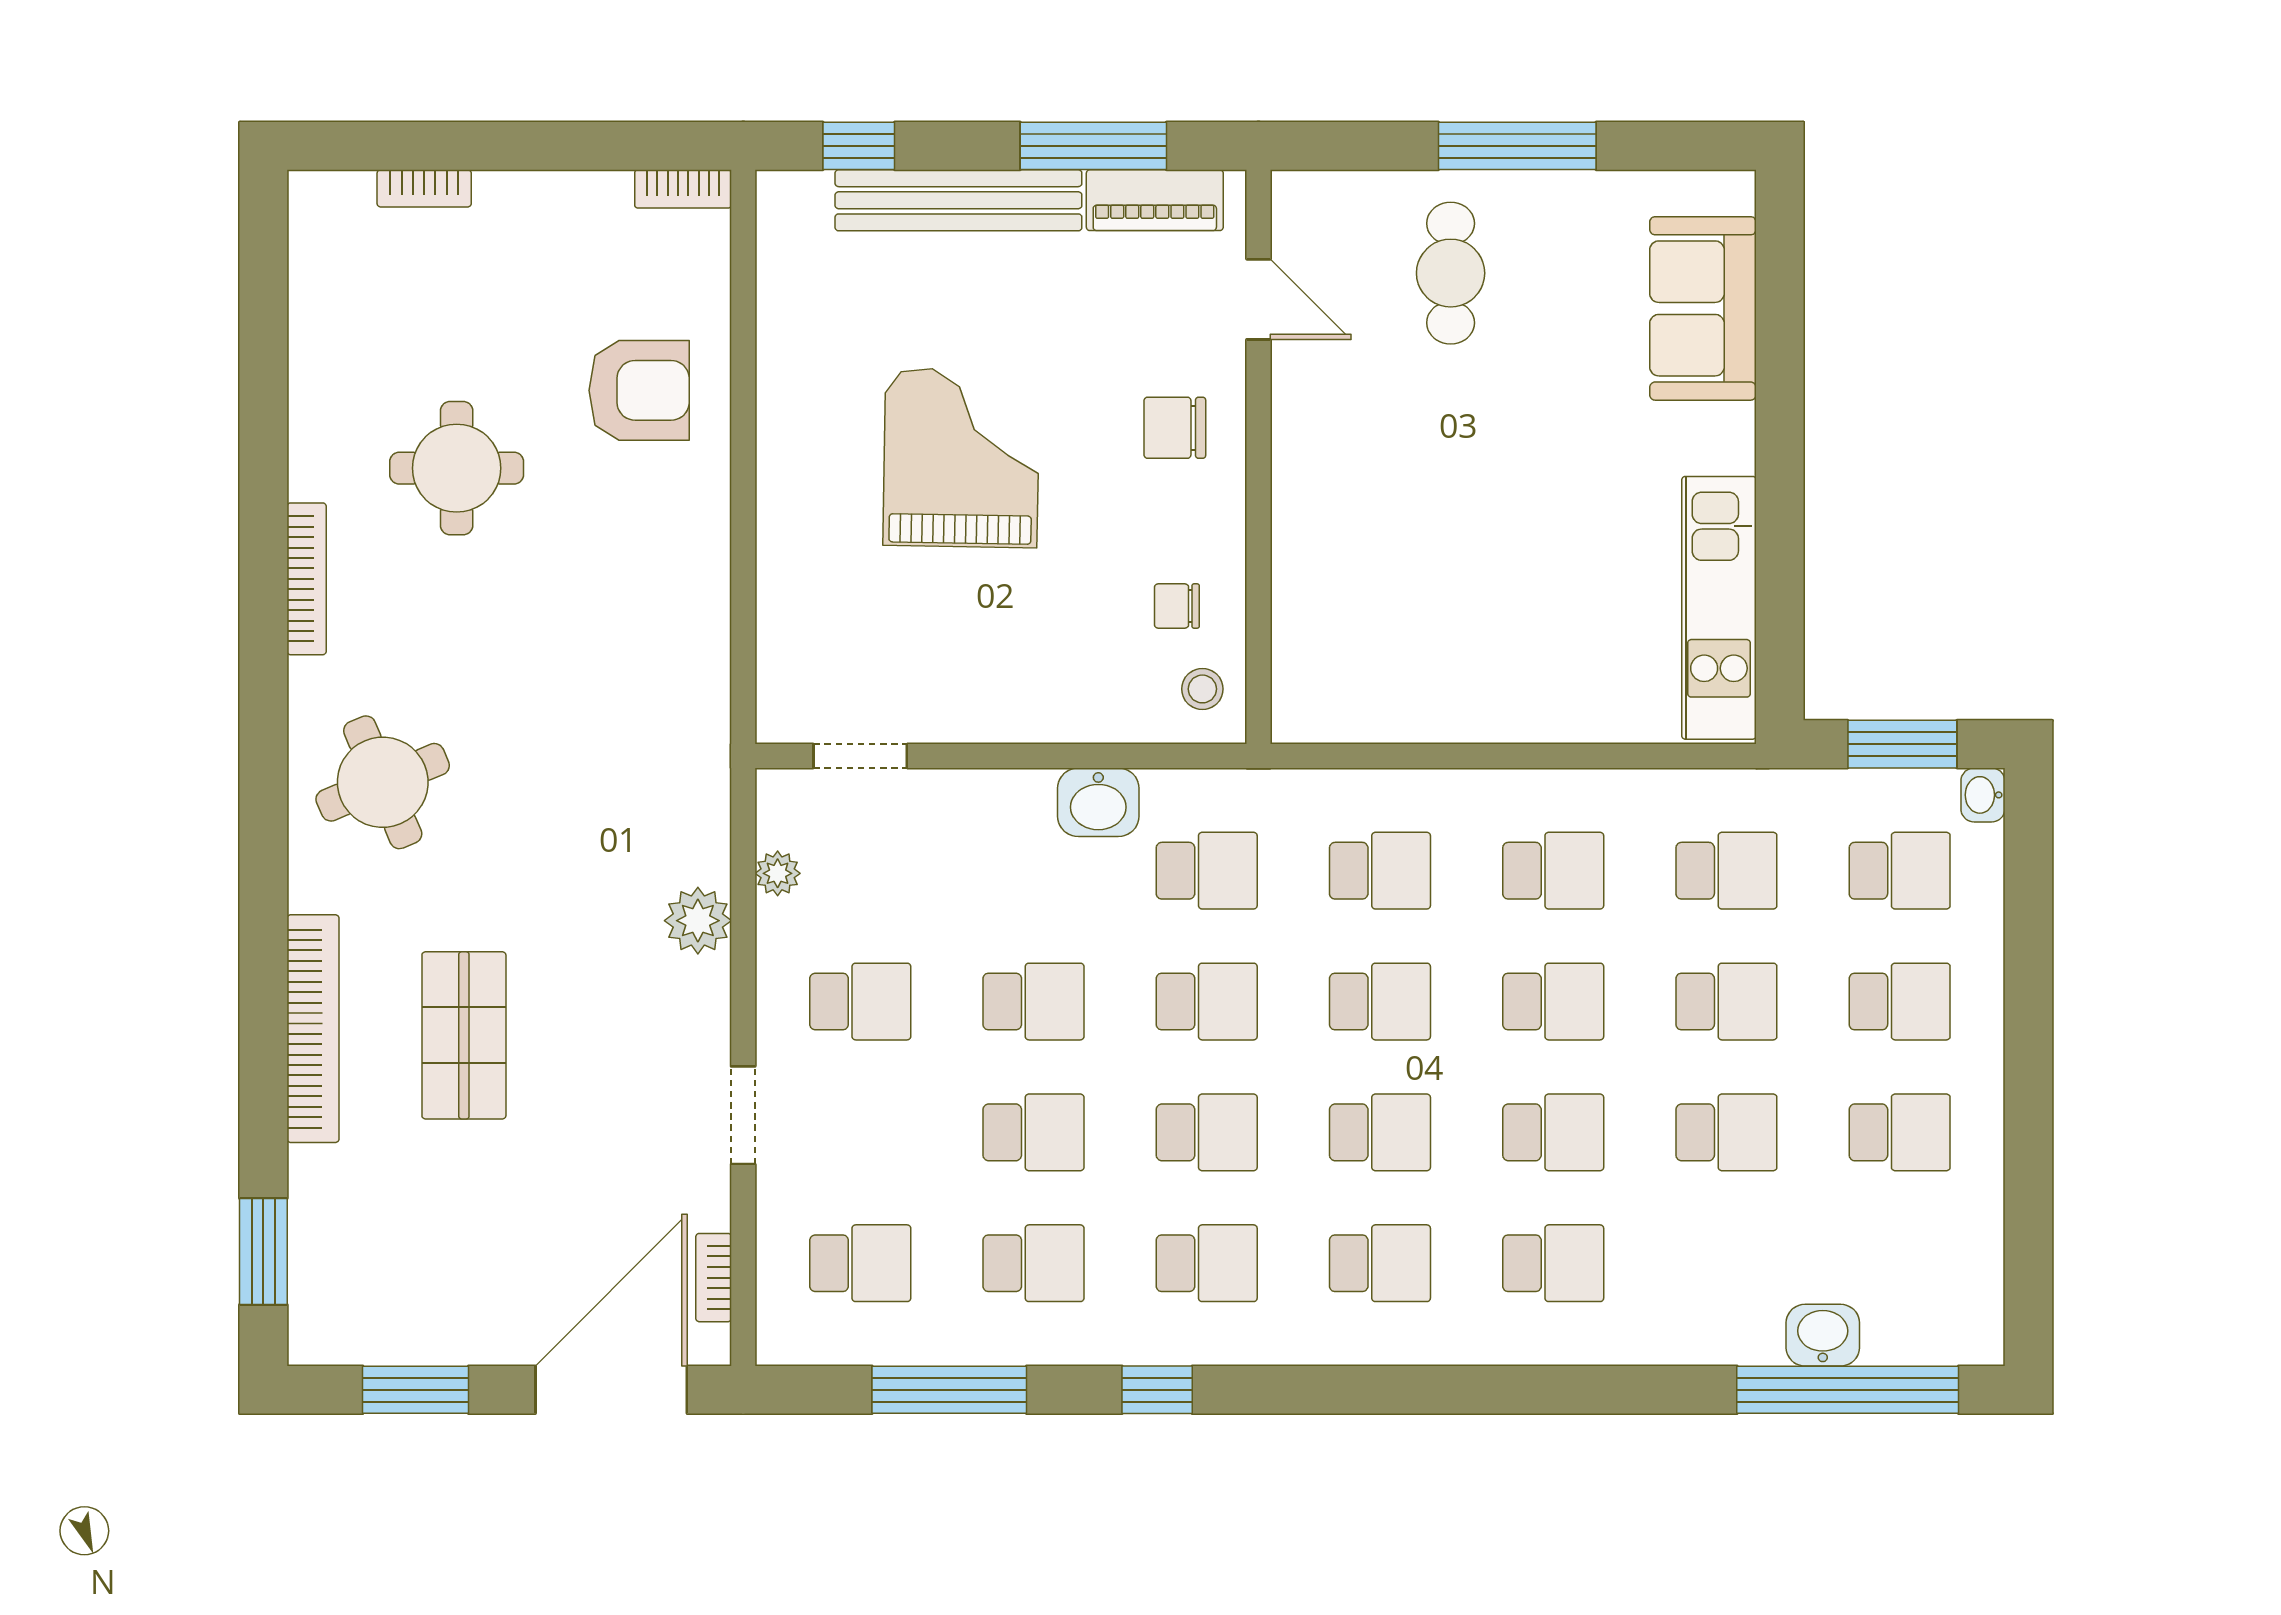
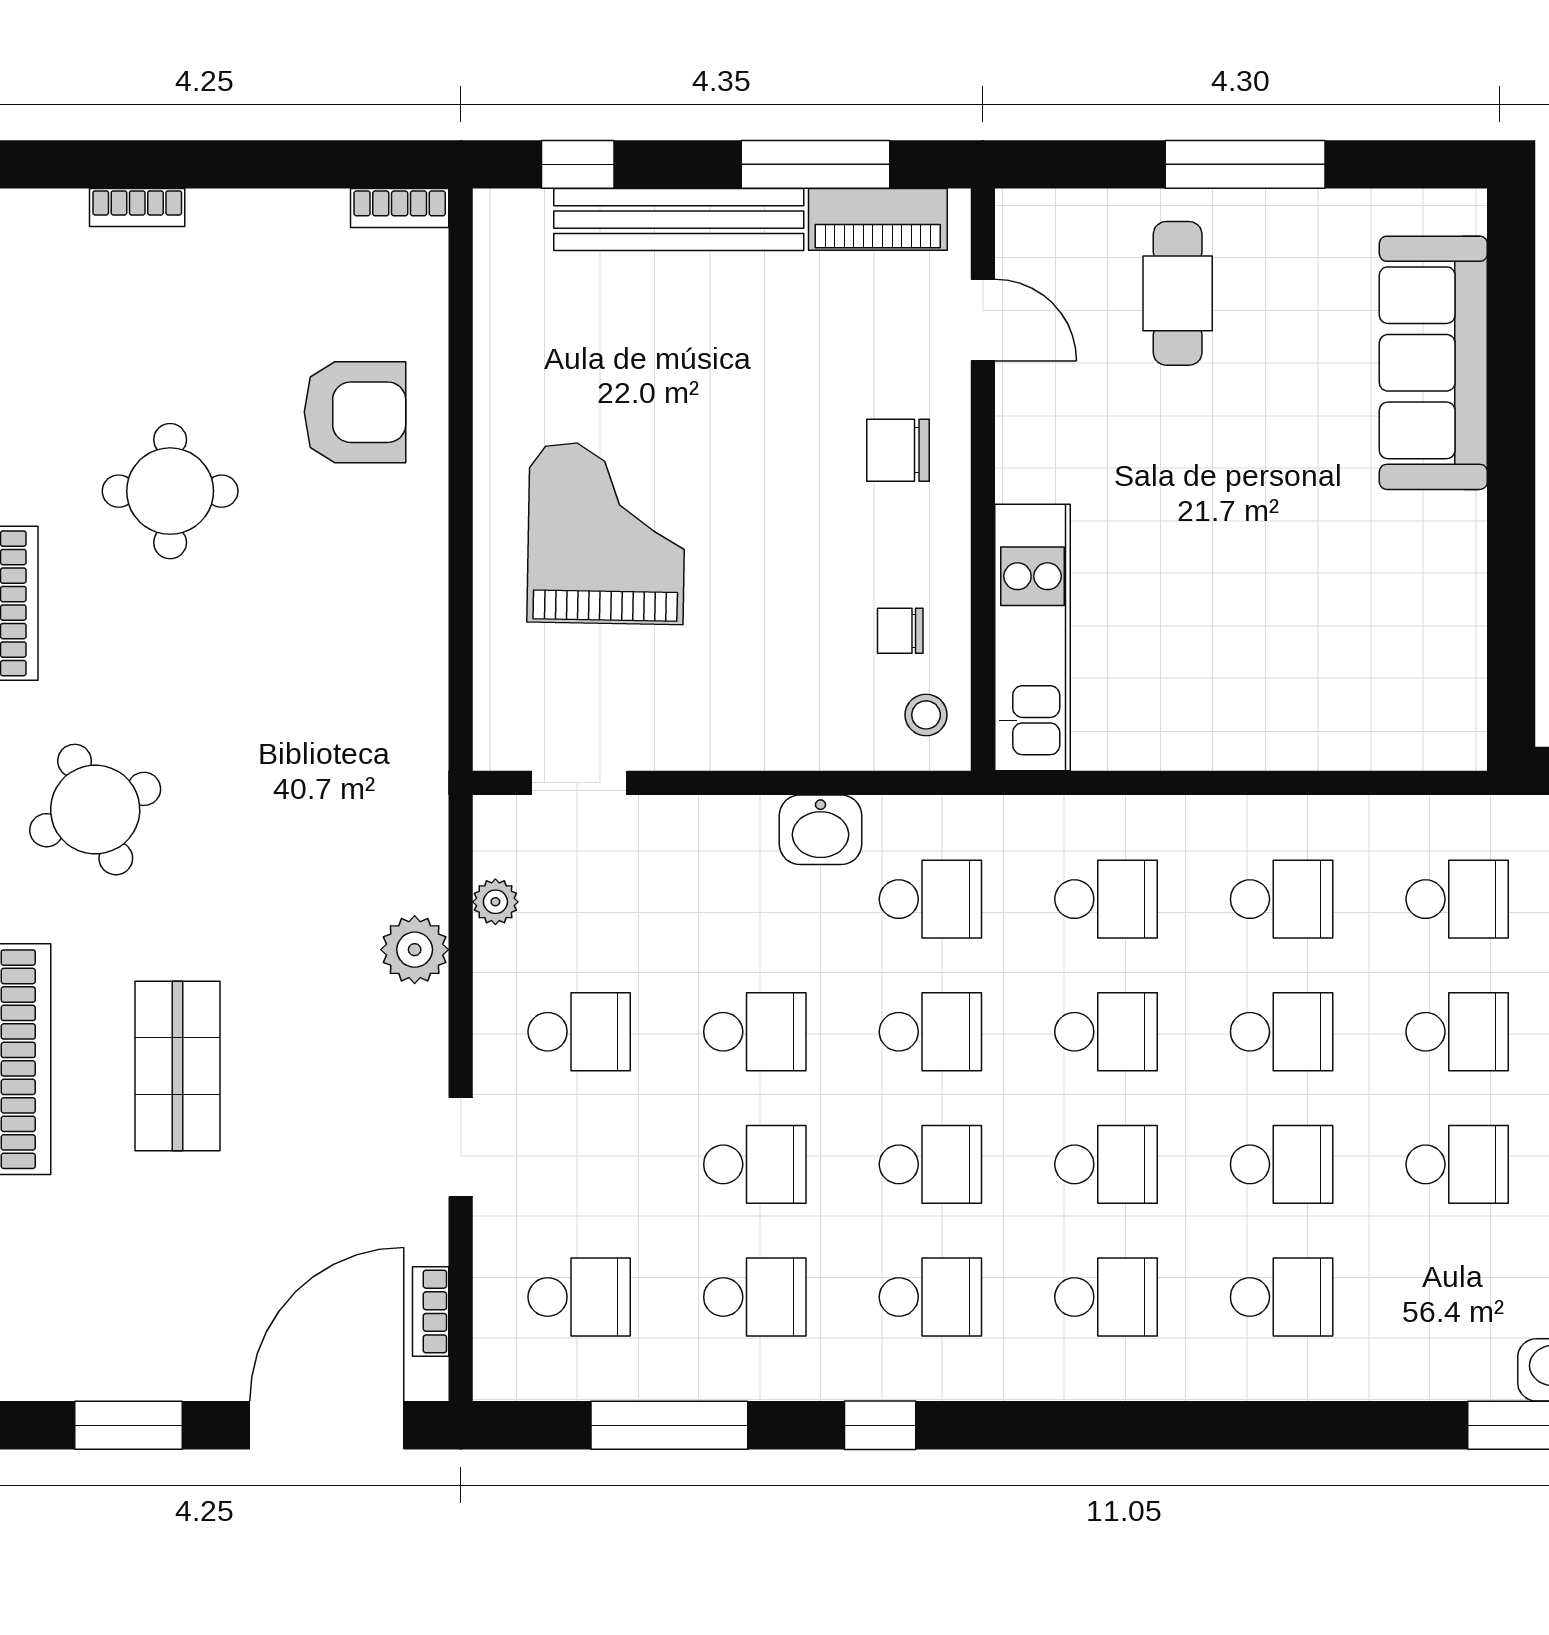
sofa: (1703, 308) -> (1433, 363), width x1.36
grand piano: (961, 458) -> (606, 534), moved
kitchen unit: (1719, 608) -> (1032, 638), moved, turned 180

